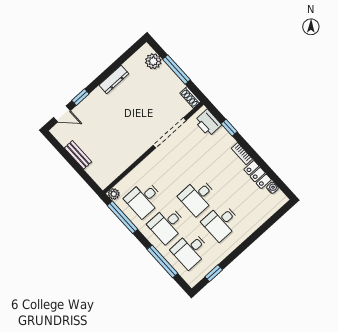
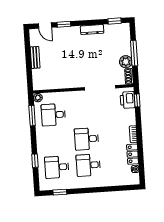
window: (130, 52) -> (115, 21), added
plant: (153, 61) -> (126, 62), moved
window: (229, 128) -> (137, 100), moved
window: (122, 217) -> (32, 116), width x0.69
desk: (167, 224) -> (55, 141), removed
window: (162, 261) -> (35, 161), width x0.46

